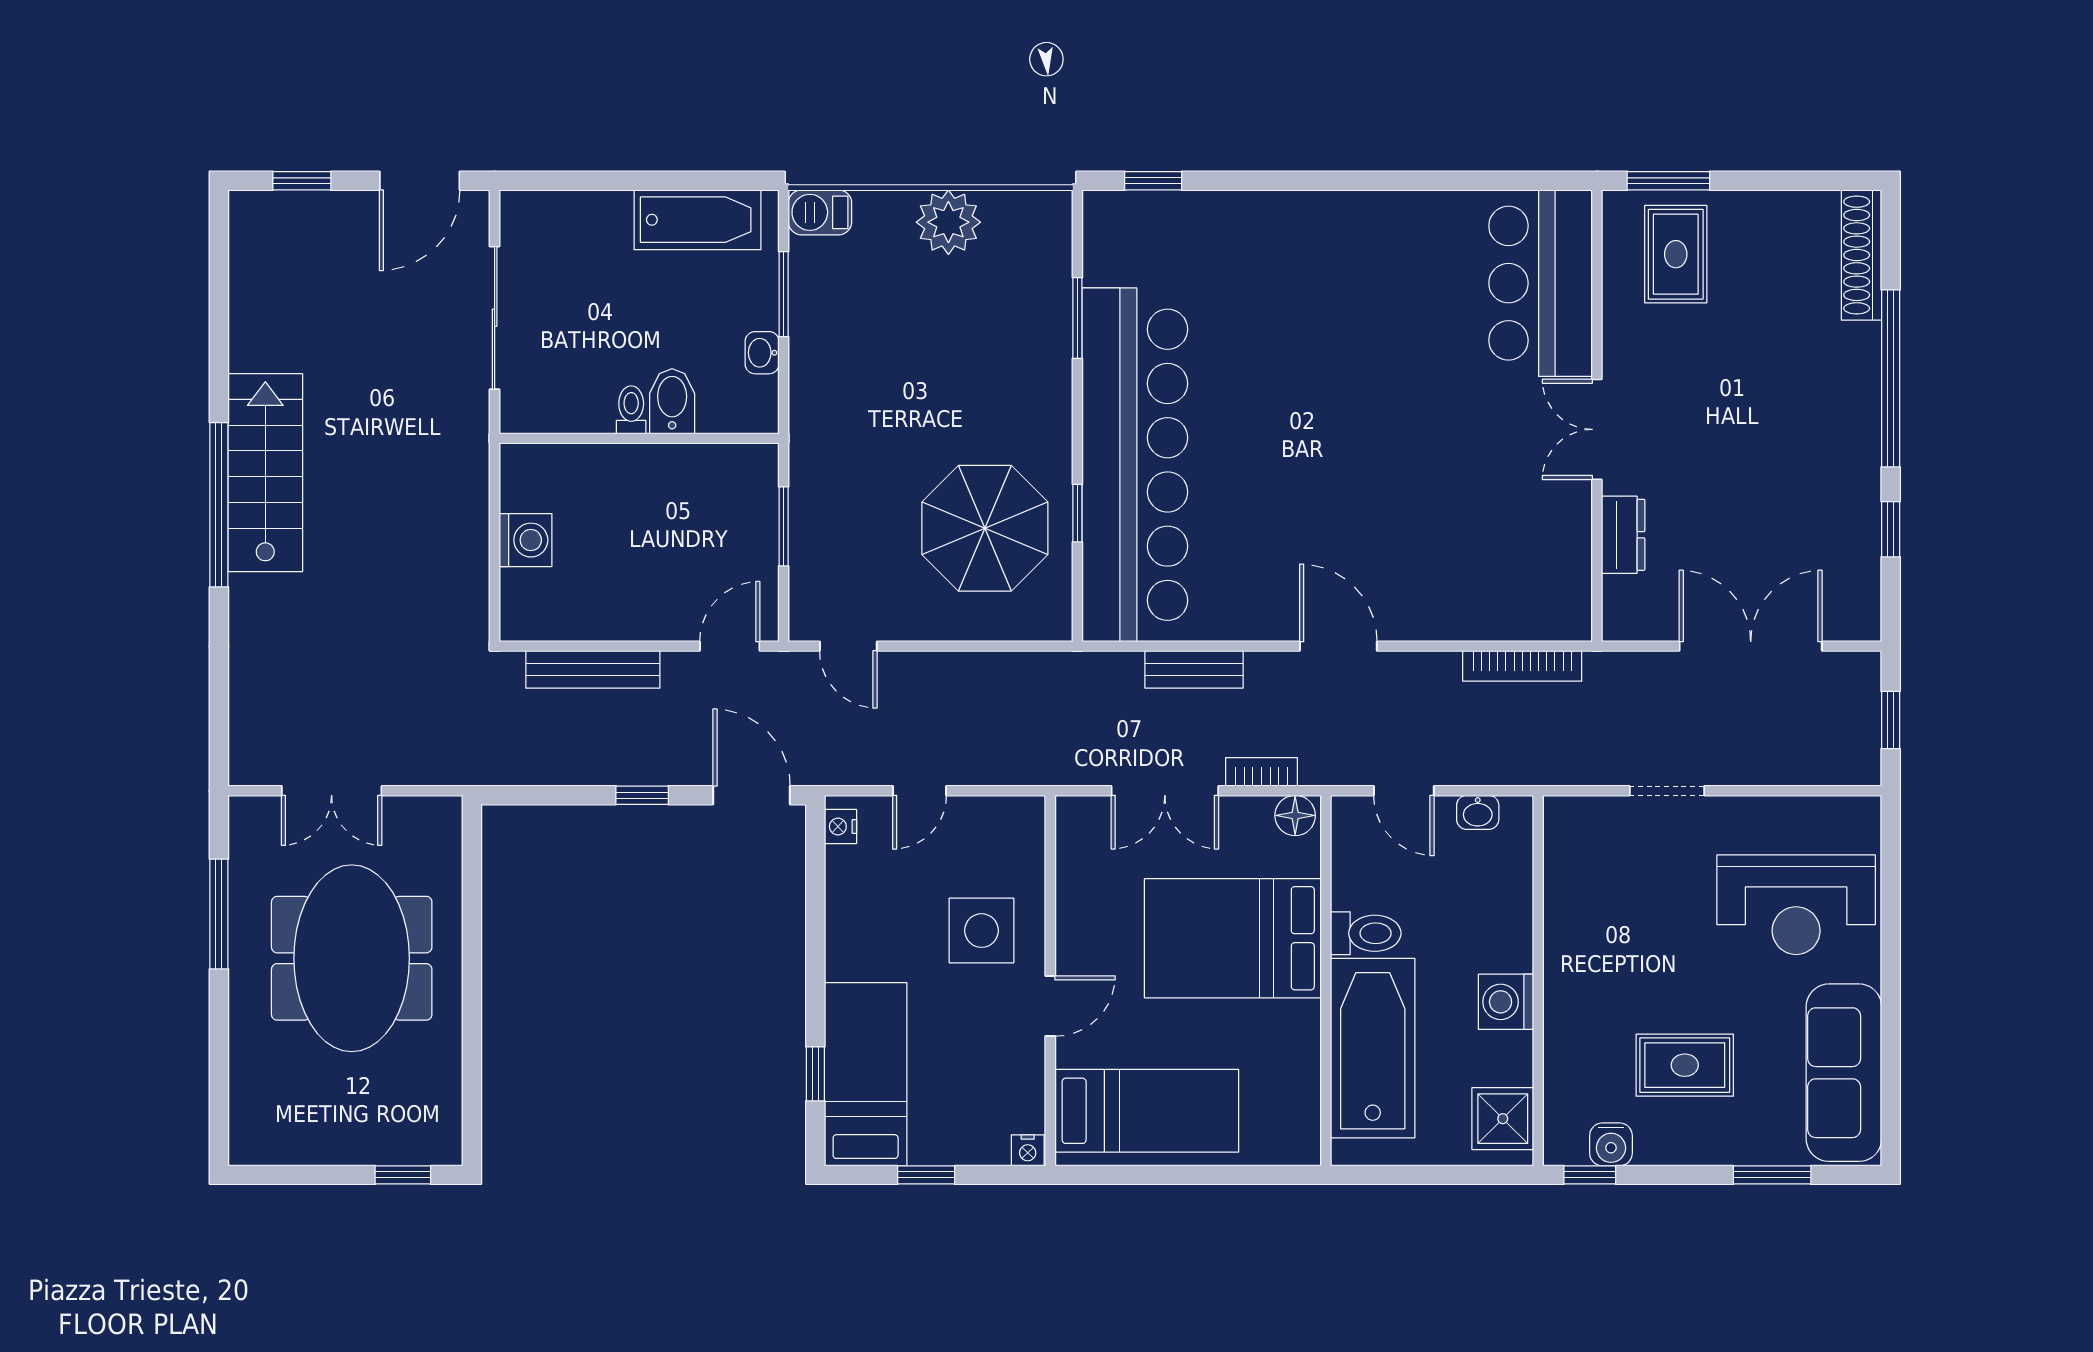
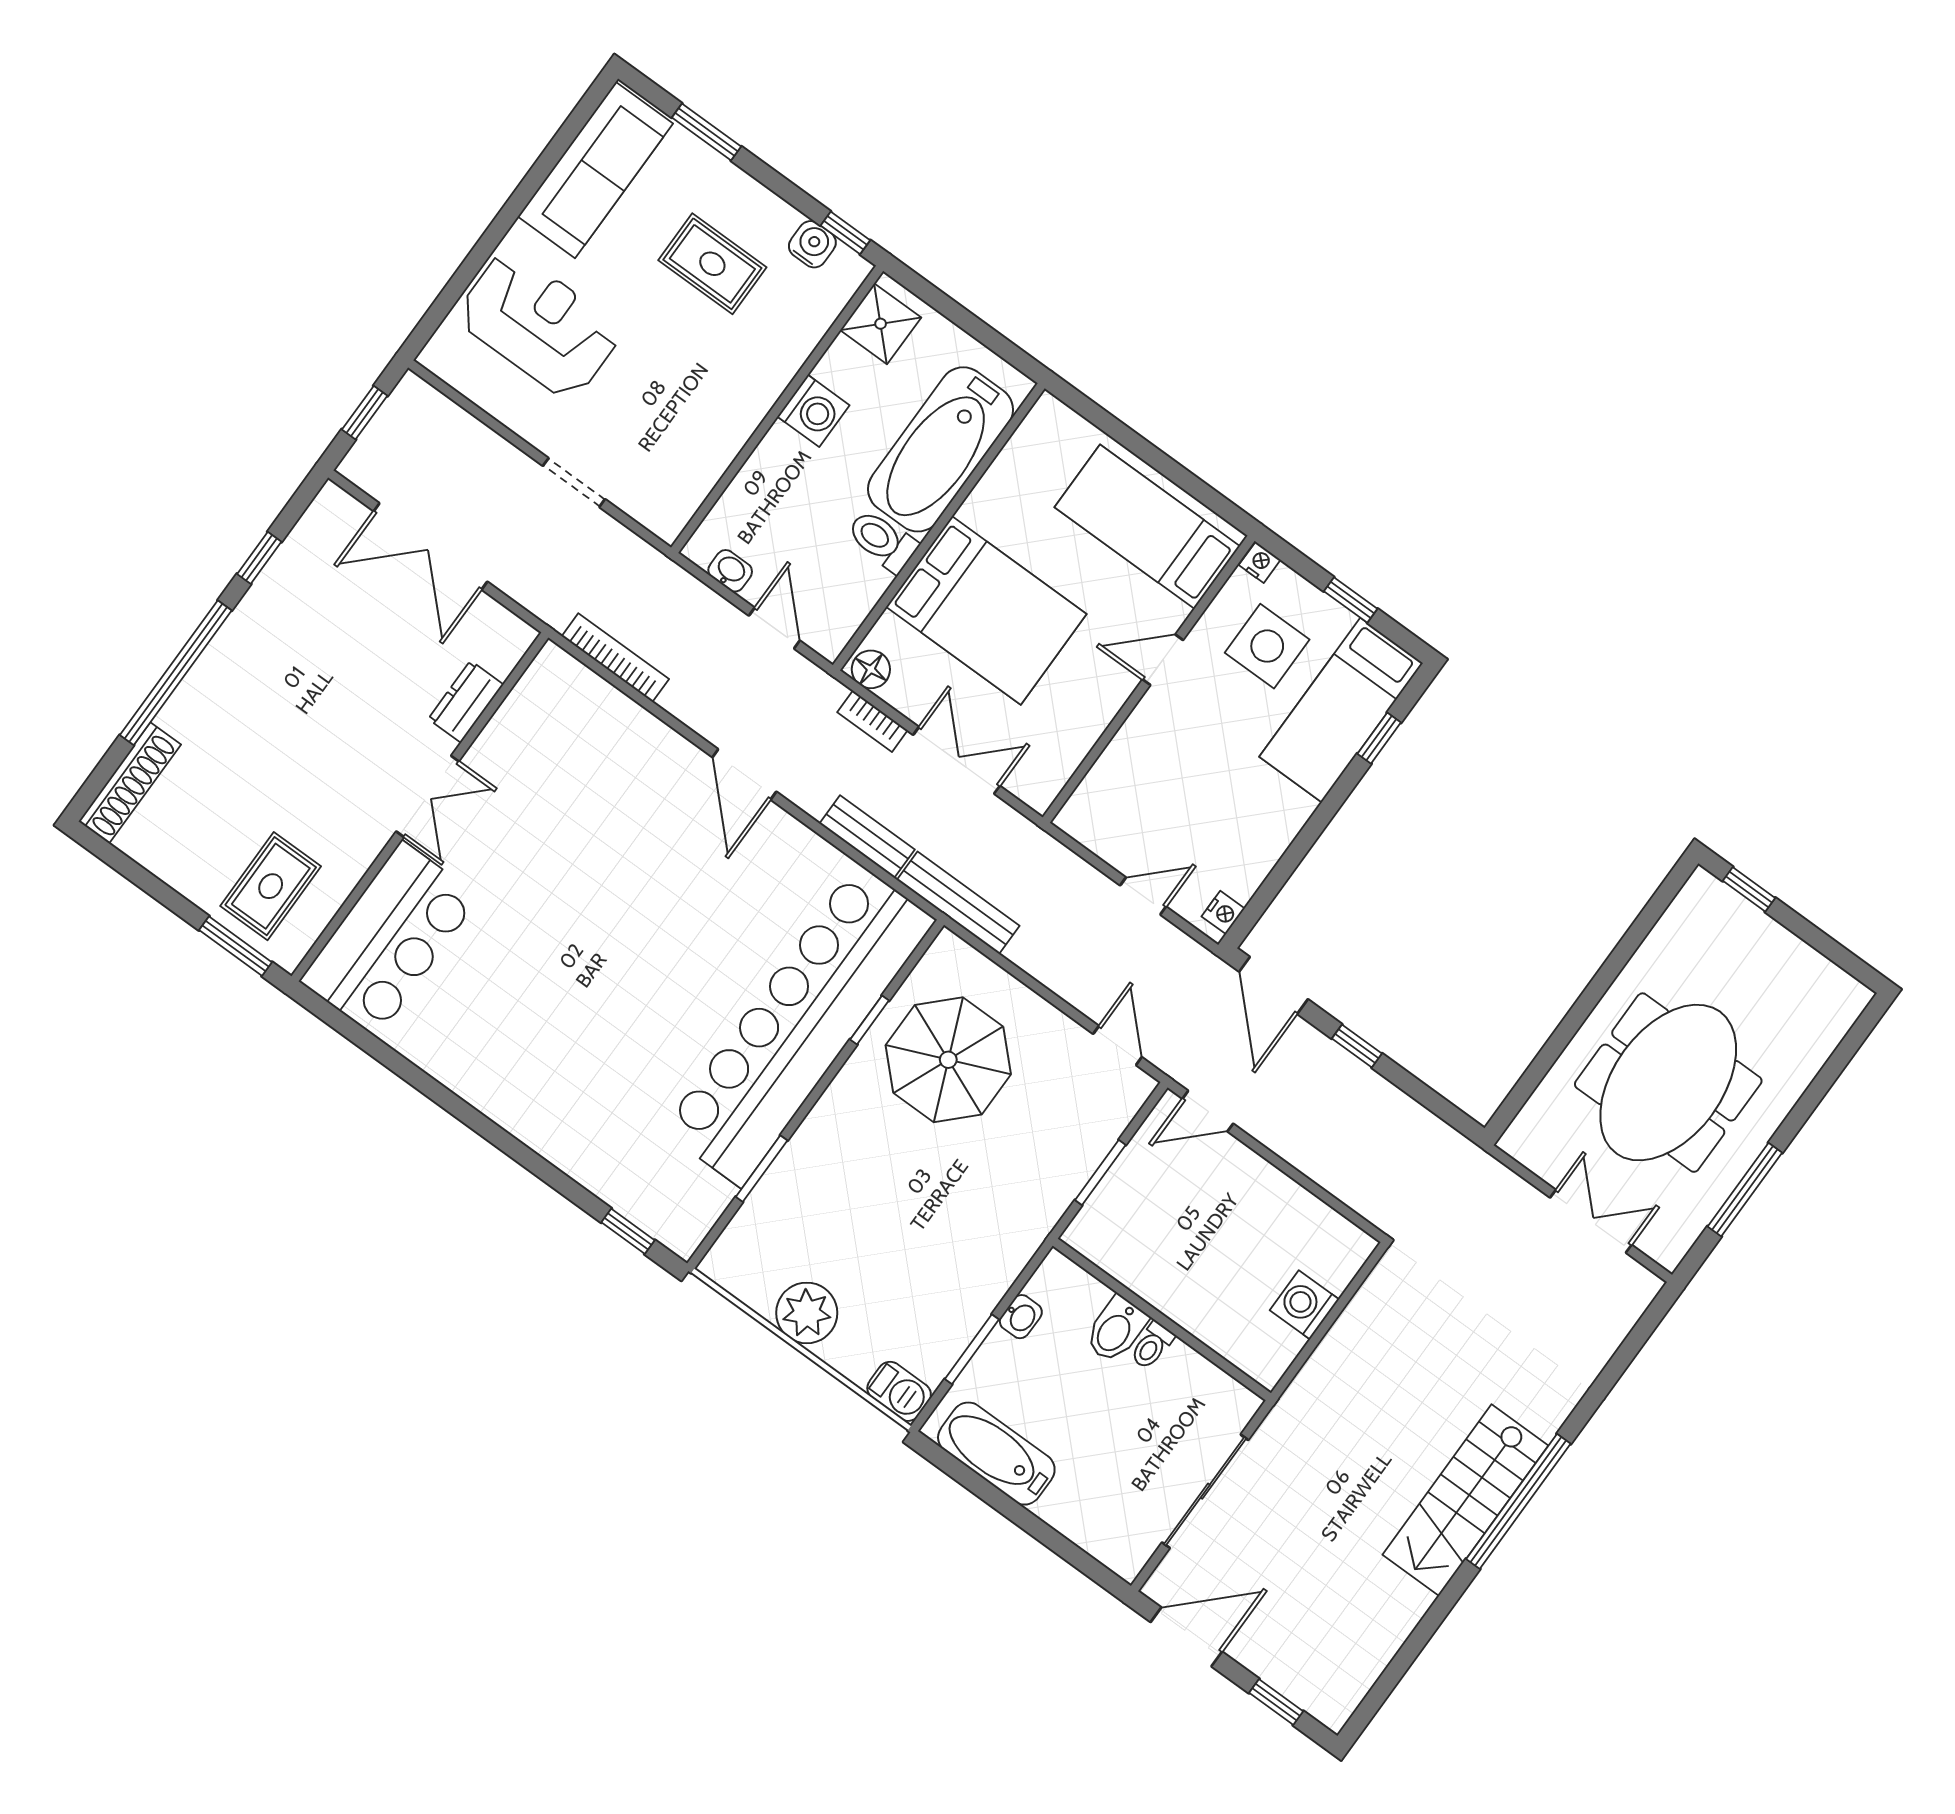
bench: (593, 669) -> (958, 903), moved
side table: (981, 931) -> (1267, 646), moved

